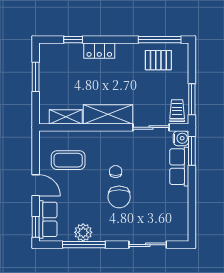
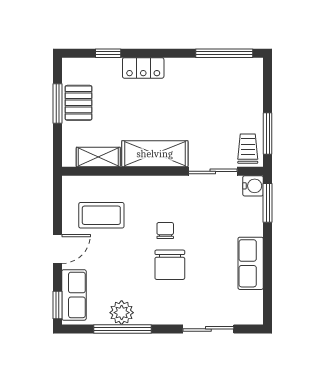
pallet: (158, 60) -> (78, 103), moved, turned 90
row of seats: (179, 167) -> (251, 263), moved
door: (36, 185) -> (57, 249), hinge flipped

